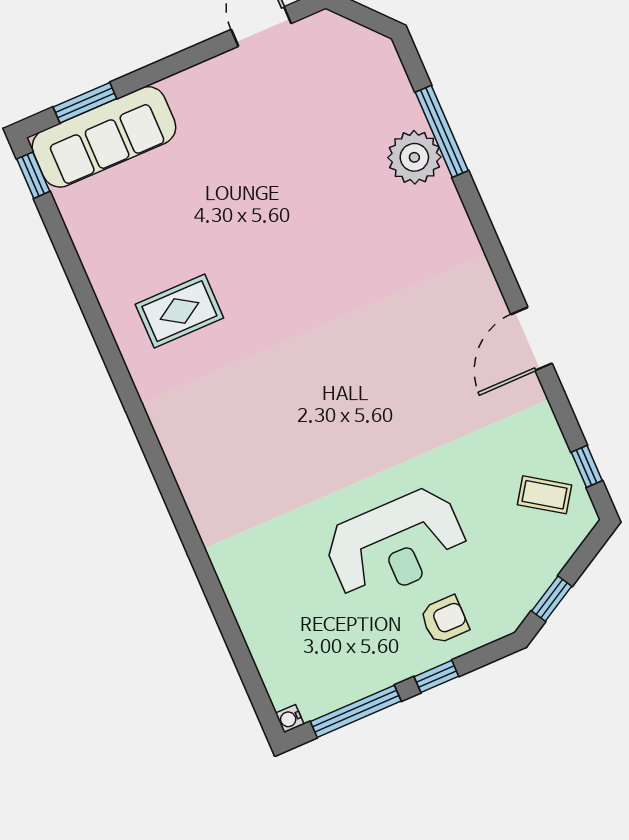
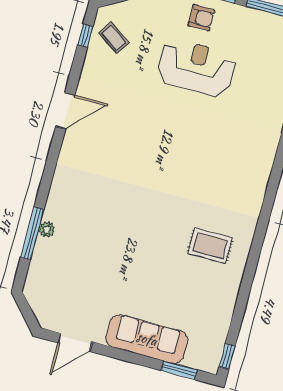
sofa: (104, 137) -> (147, 339), moved
plant: (414, 157) -> (47, 230), width x0.53, depth x0.53
armchair: (444, 620) -> (201, 18), turned 180

